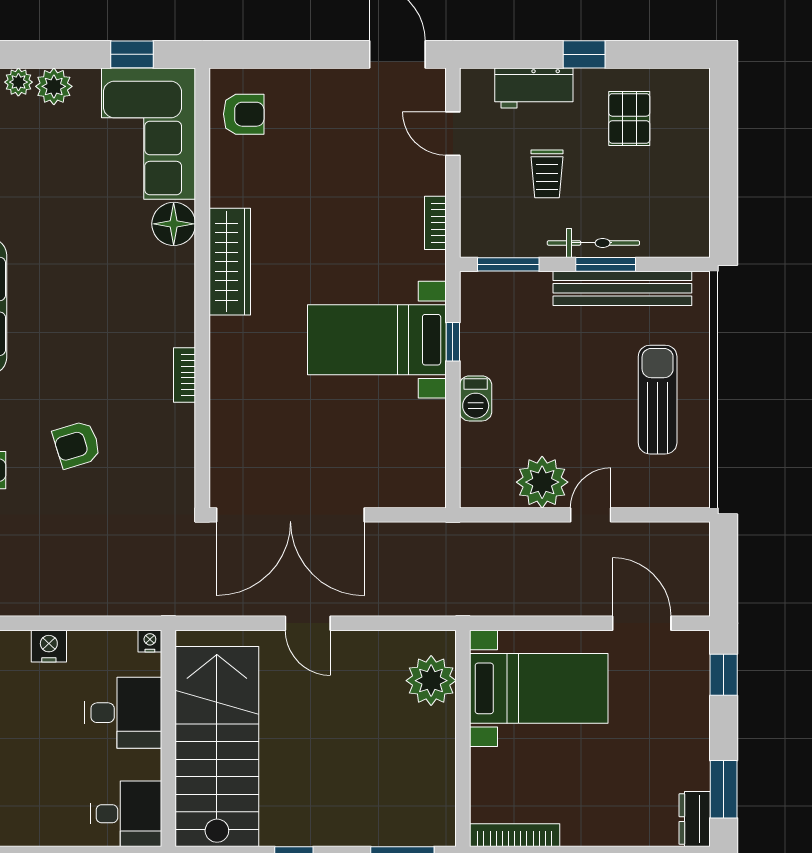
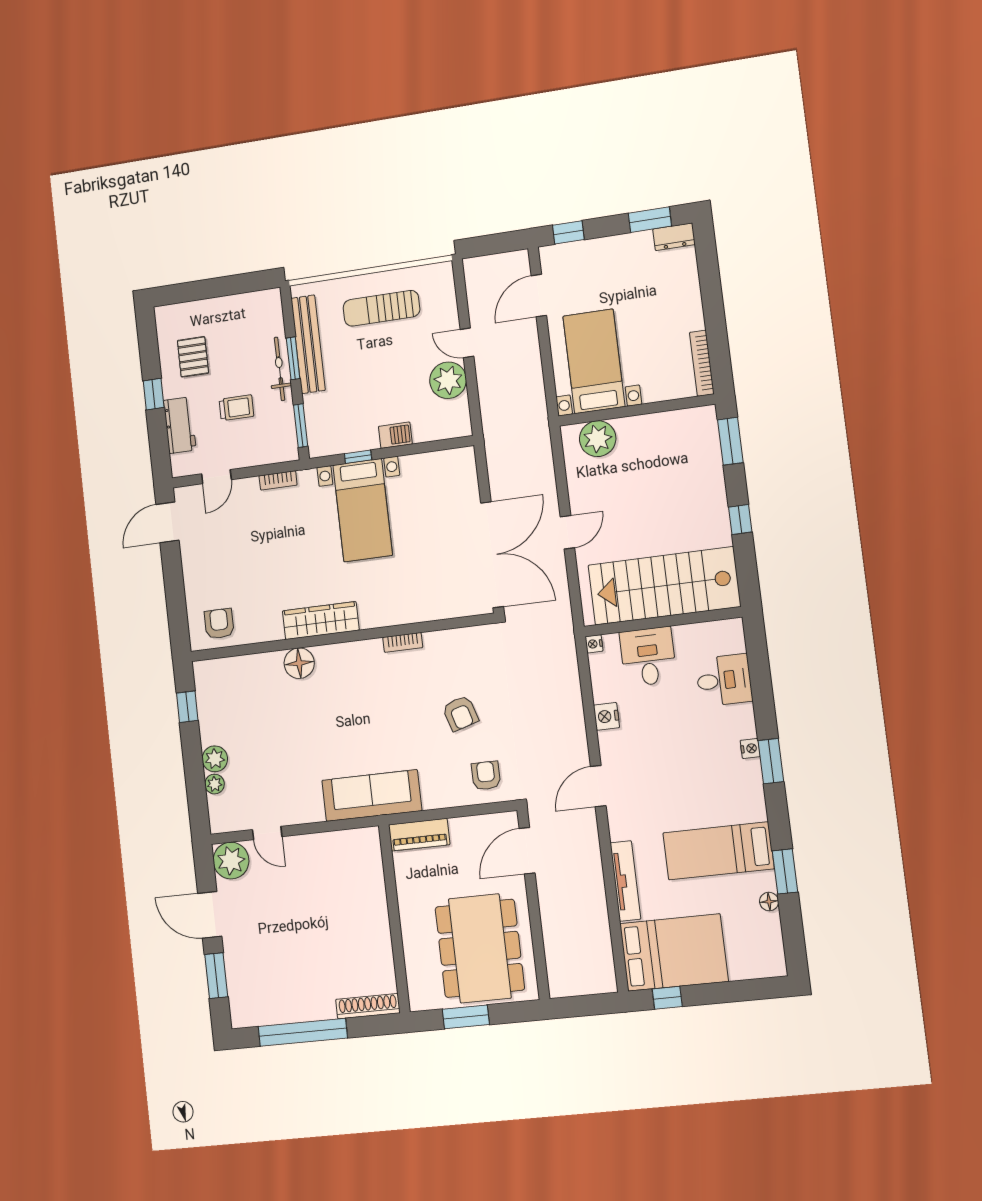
pallet: (629, 118) -> (193, 357), turned 90
corner sofa: (149, 134) -> (240, 688), removed
desk: (126, 814) -> (724, 680), moved, turned 90

